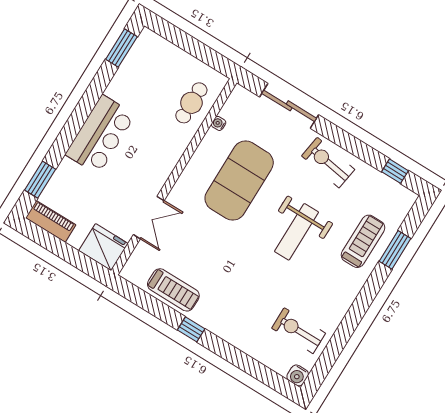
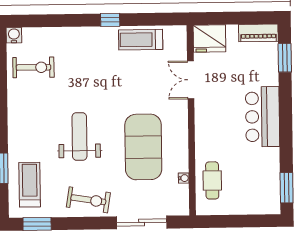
window: (395, 171) -> (37, 224), width x1.50
treadmill: (363, 241) -> (30, 185), moved, turned 180

